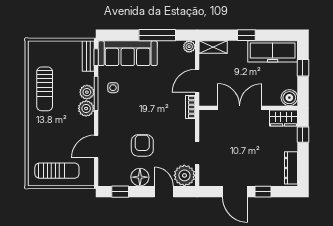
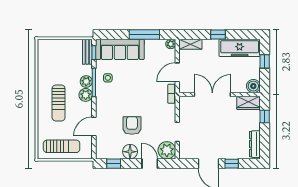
sun lounger: (45, 89) -> (59, 103), moved

